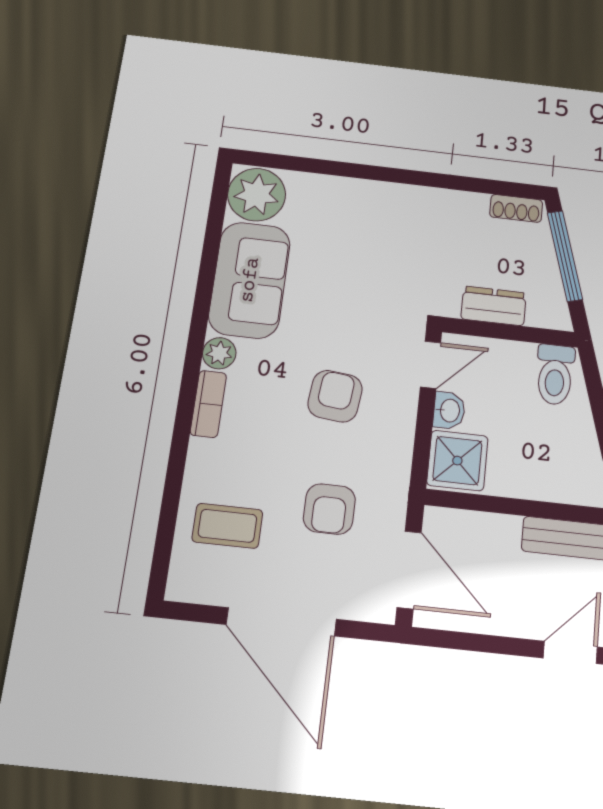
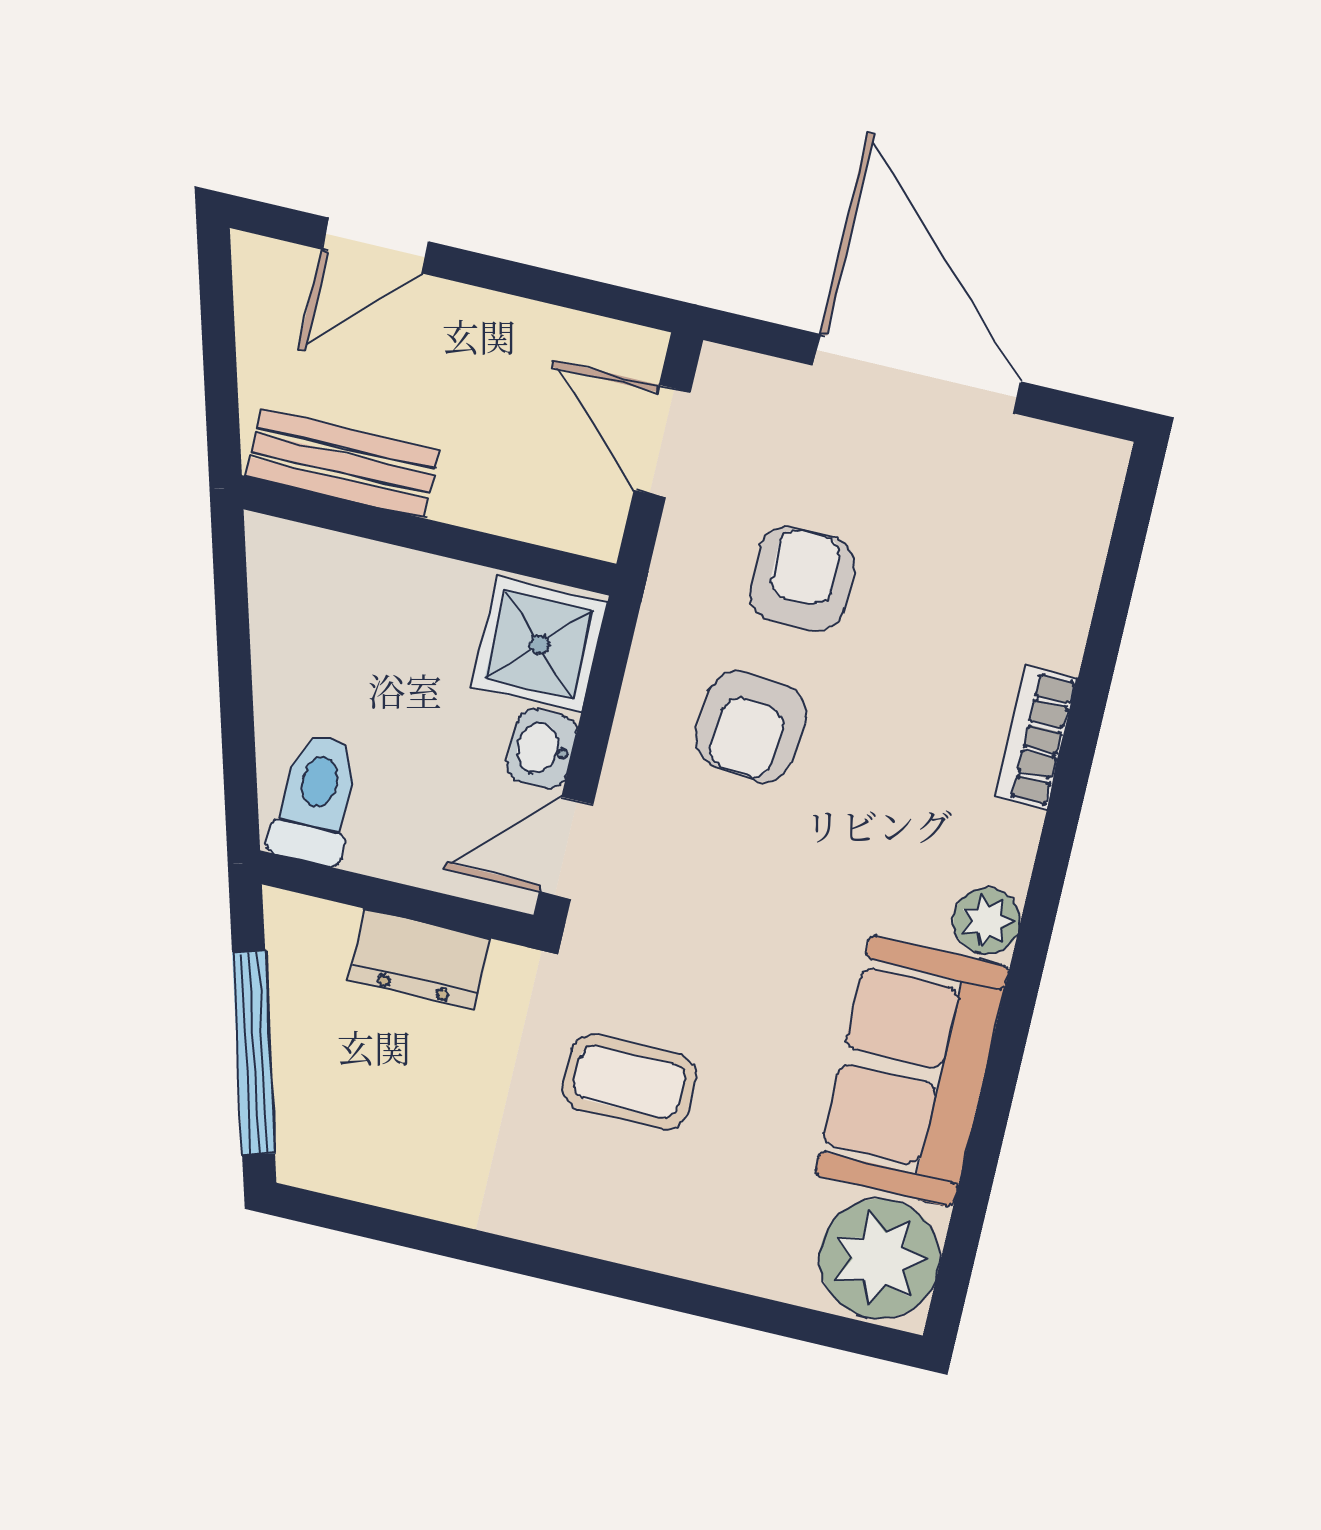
shoe rack: (516, 208) -> (340, 1170), removed
armchair: (335, 396) -> (751, 726), moved
bookcase: (208, 404) -> (1036, 738), moved
coffee table: (227, 526) -> (629, 1082), moved
door: (409, 570) -> (662, 441), width x0.73

